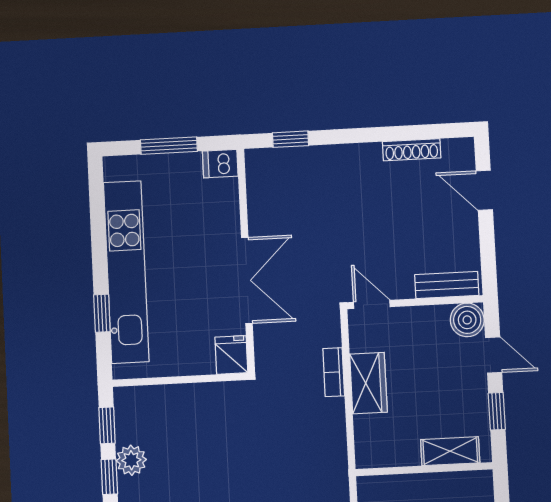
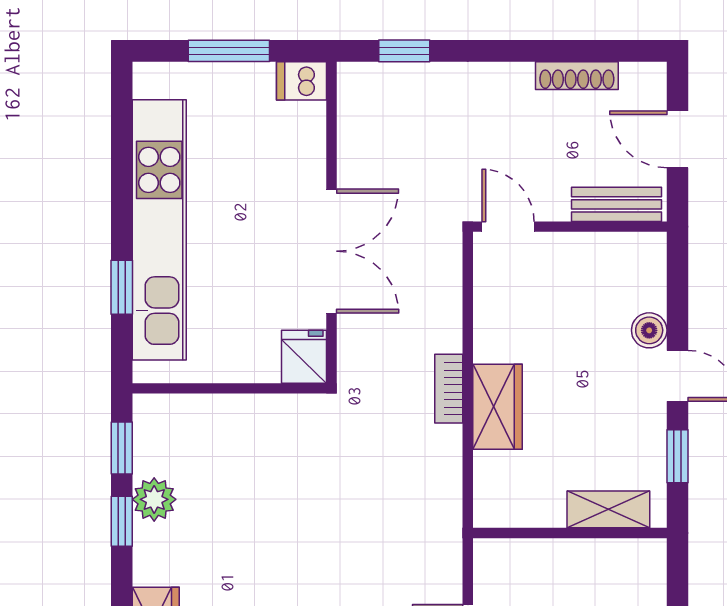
bench: (447, 285) -> (616, 204), moved
wall: (415, 302) -> (570, 227), moved
door: (372, 304) -> (508, 227), moved
boiler: (467, 320) -> (649, 330), width x0.73, depth x0.73

